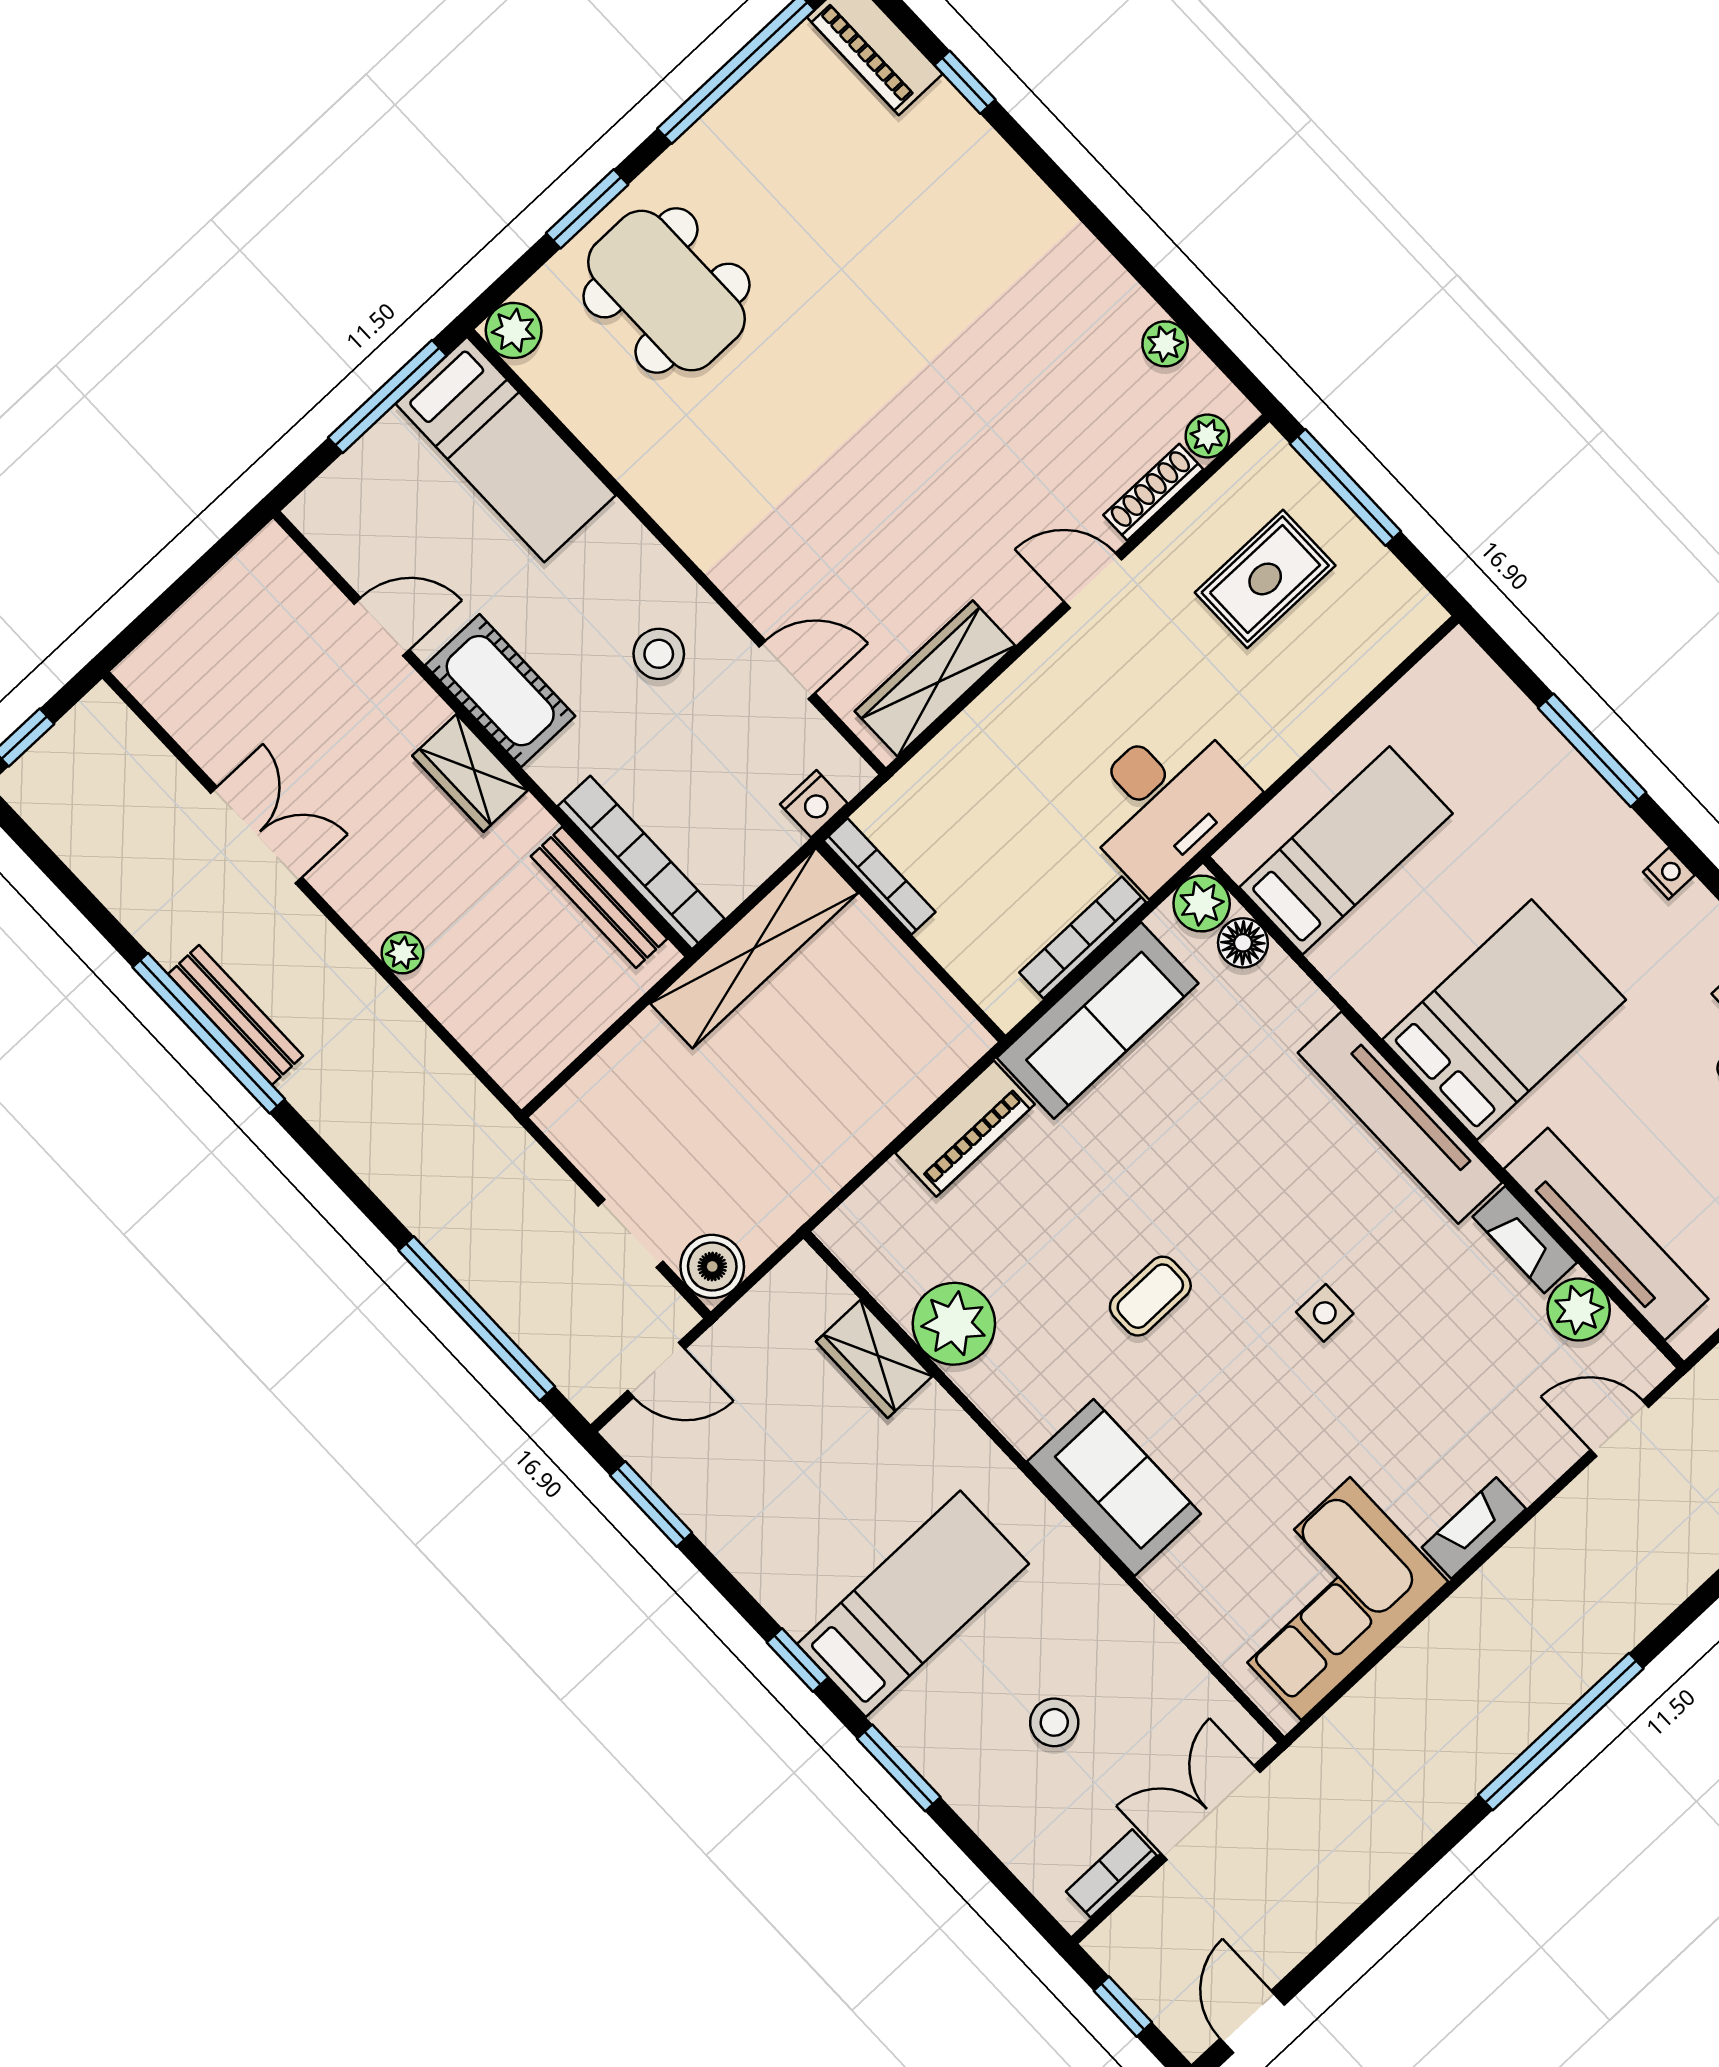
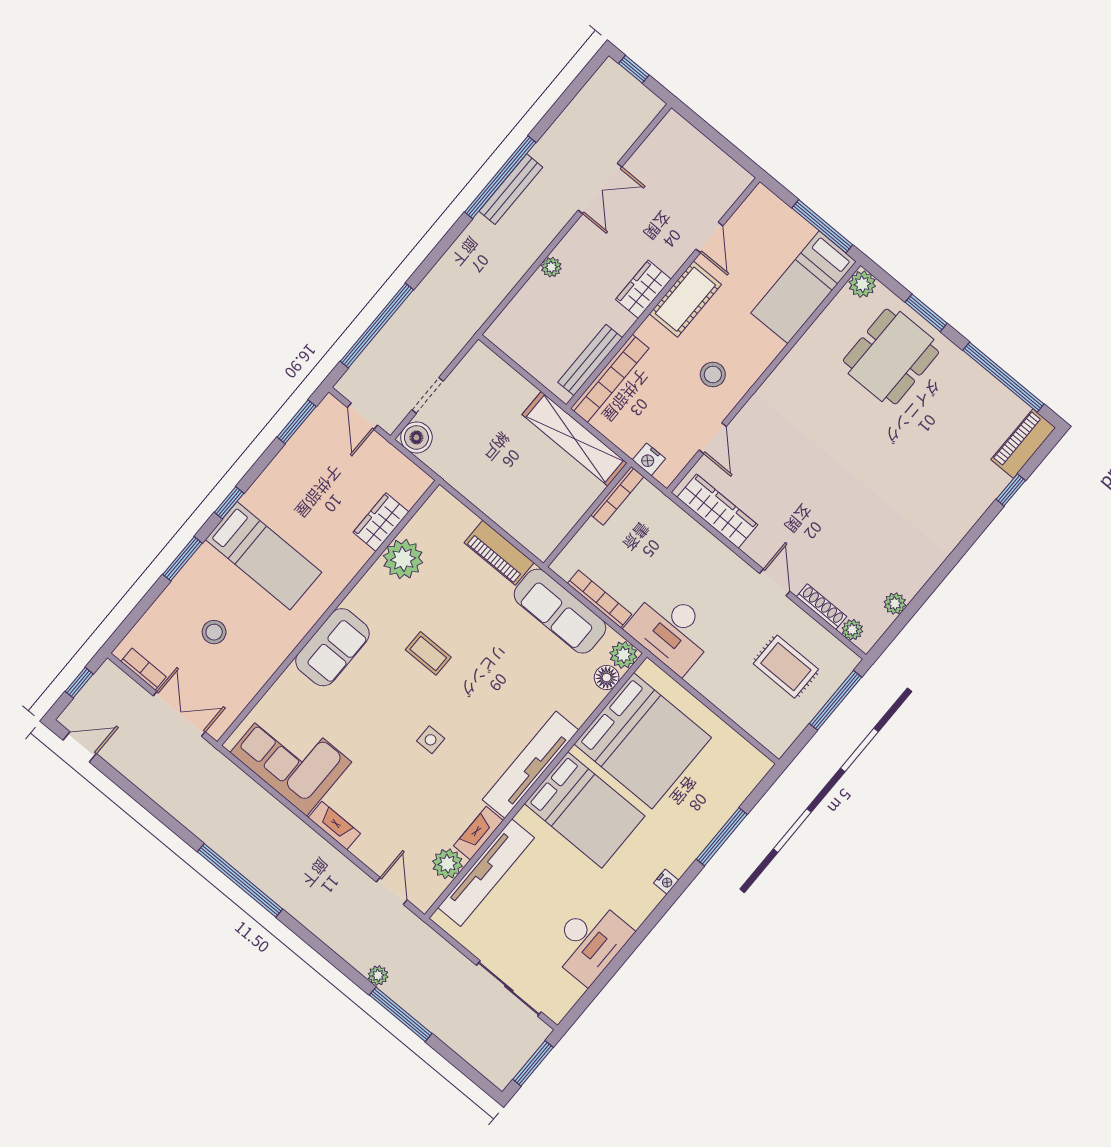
bed: (1346, 850) -> (643, 741), width x2.04

